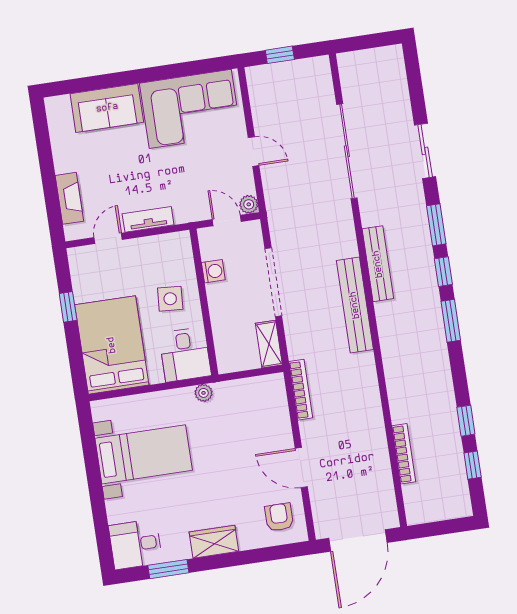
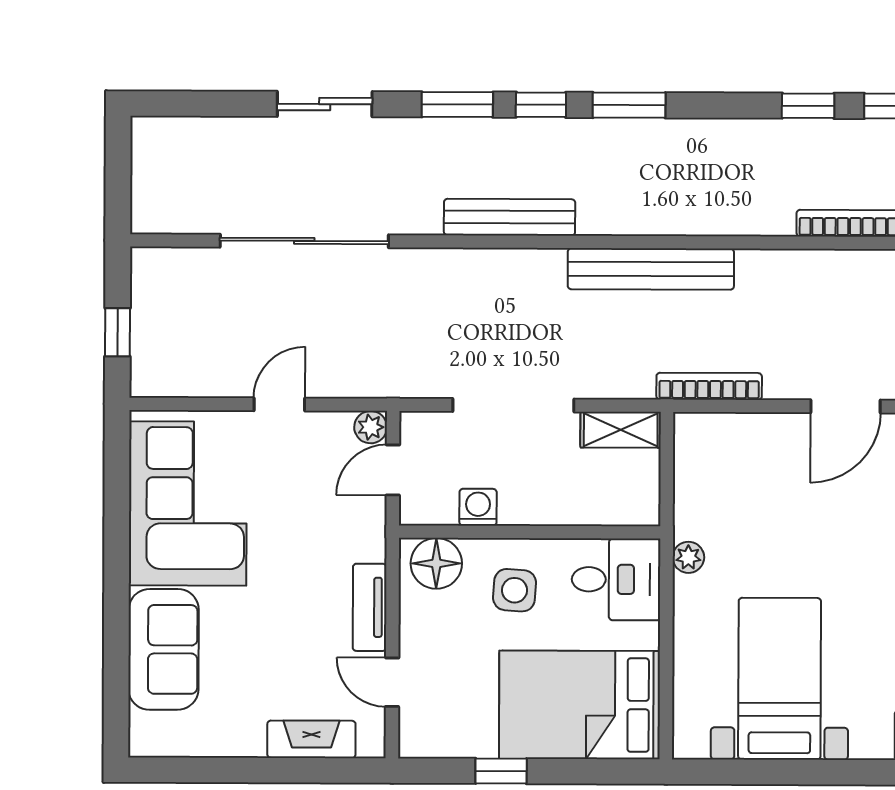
floor lamp: (178, 253) -> (436, 563), added
bench: (355, 305) -> (651, 269), moved

